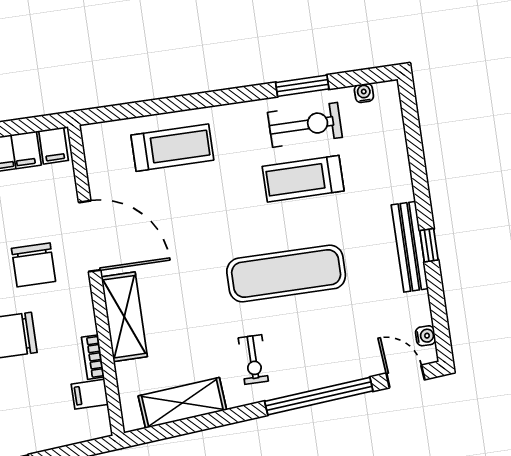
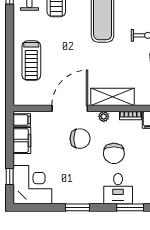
treadmill: (172, 148) -> (31, 61), turned 180
plant: (83, 305) -> (104, 116), added

